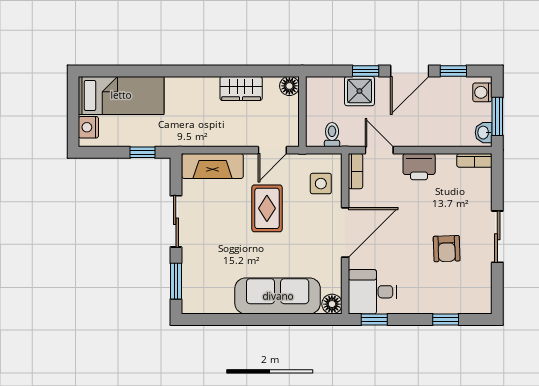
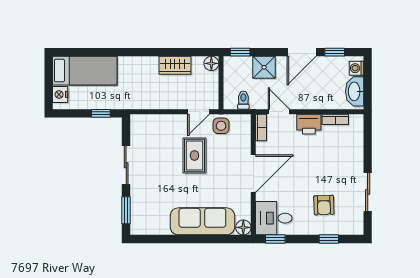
window: (366, 71) -> (240, 52), moved
window: (497, 116) -> (368, 86), removed
washbasin: (484, 133) -> (355, 91), width x1.91, depth x1.45
bookcase: (474, 160) -> (335, 119), moved
fireplace: (213, 166) -> (154, 124), removed
side table: (321, 184) -> (221, 126), moved
sliding door: (497, 237) -> (368, 192), moved
armchair: (447, 249) -> (324, 205), moved

